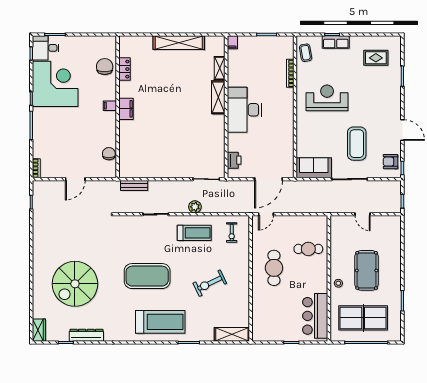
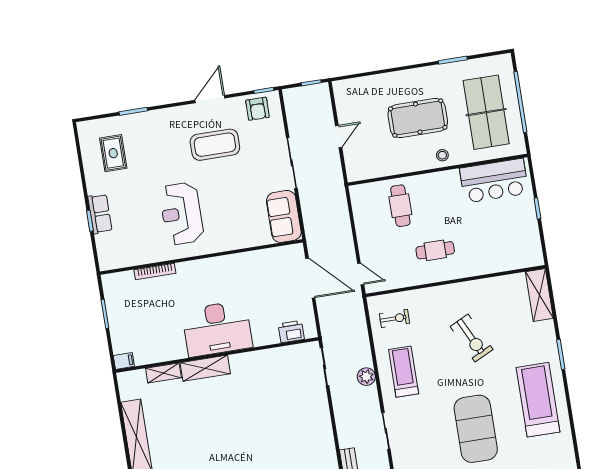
coffee table: (306, 53) -> (122, 254), removed
coffee table: (357, 144) -> (215, 145), moved
cafe table: (274, 268) -> (435, 250), width x0.73, depth x0.74

